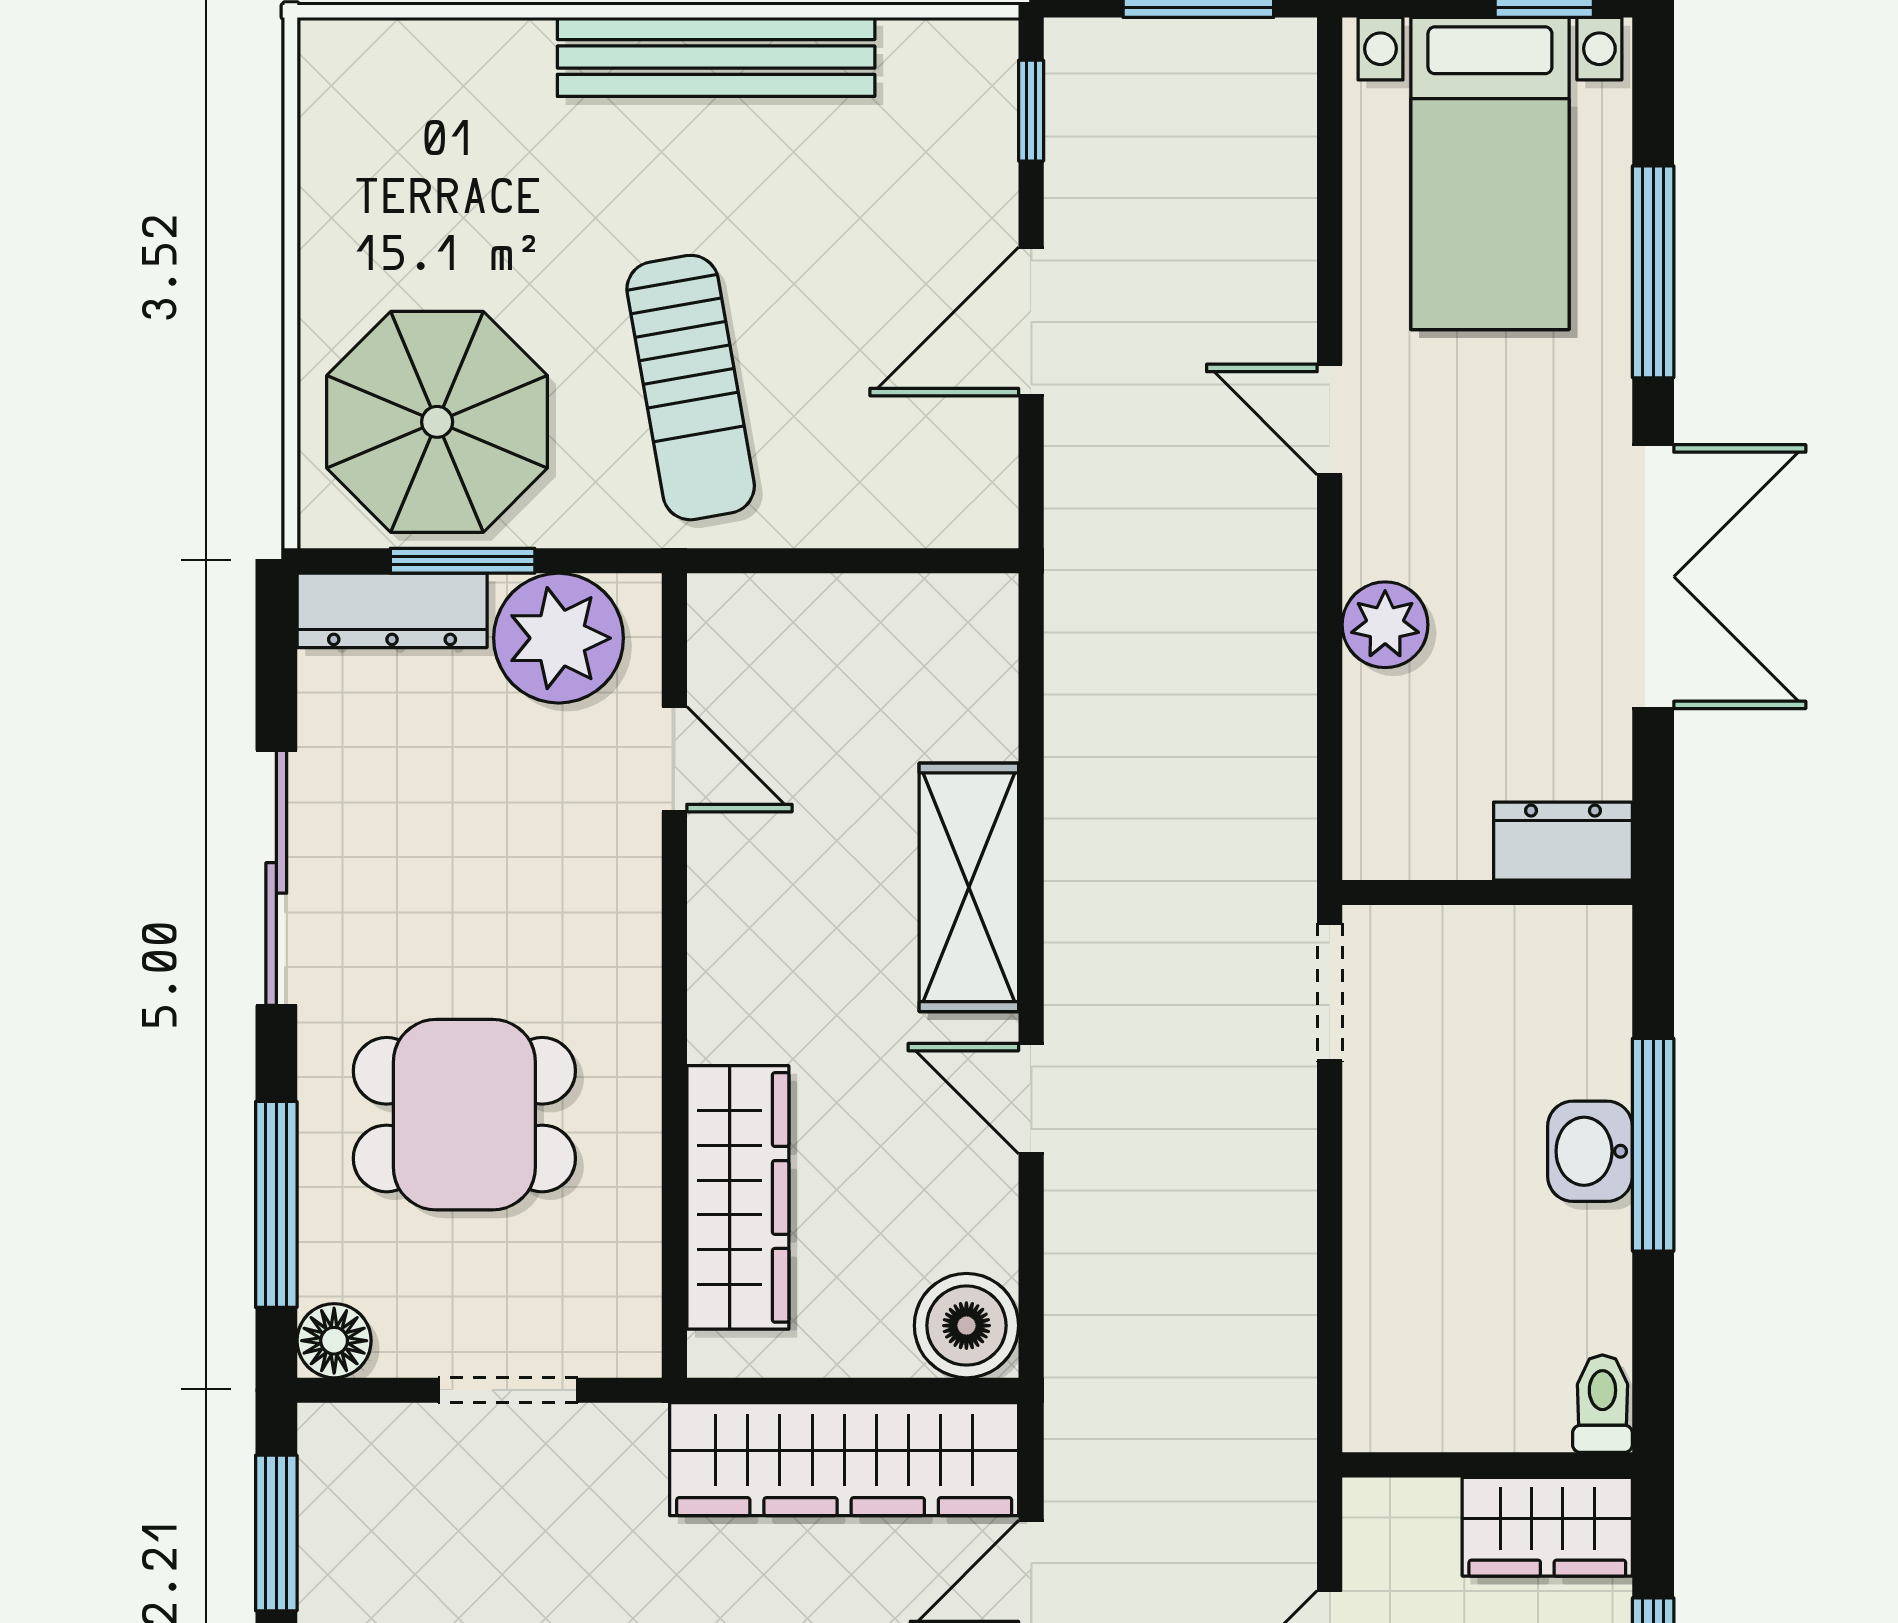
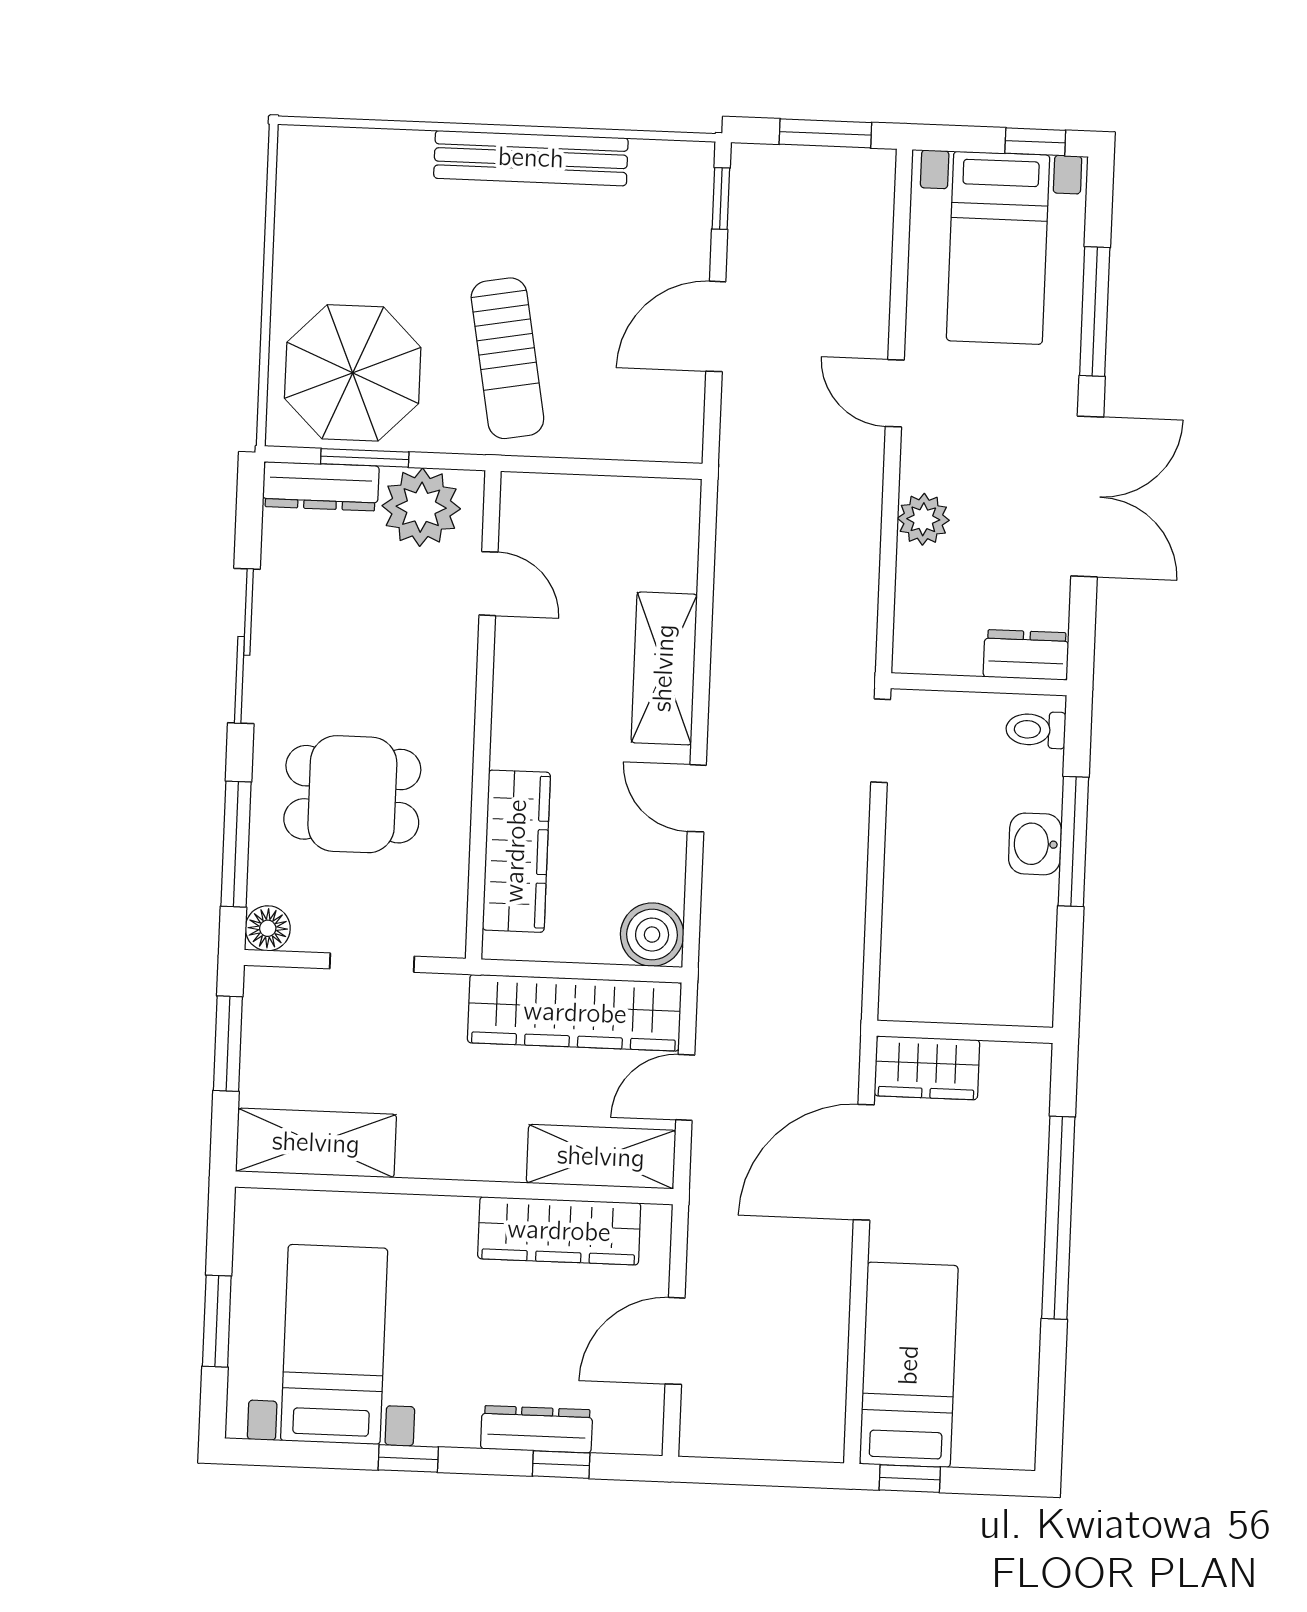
toilet: (1602, 1404) -> (1036, 730), moved, turned -90
wardrobe: (1547, 1527) -> (927, 1068), moved

